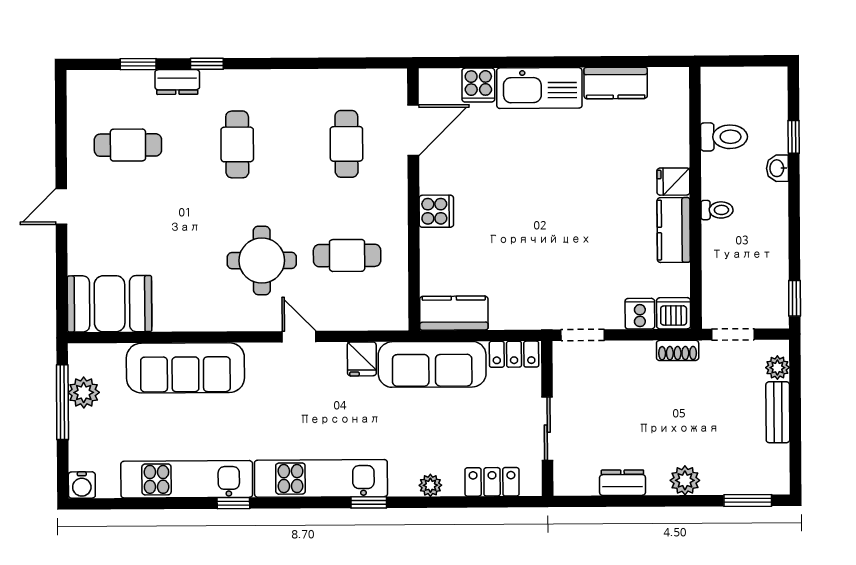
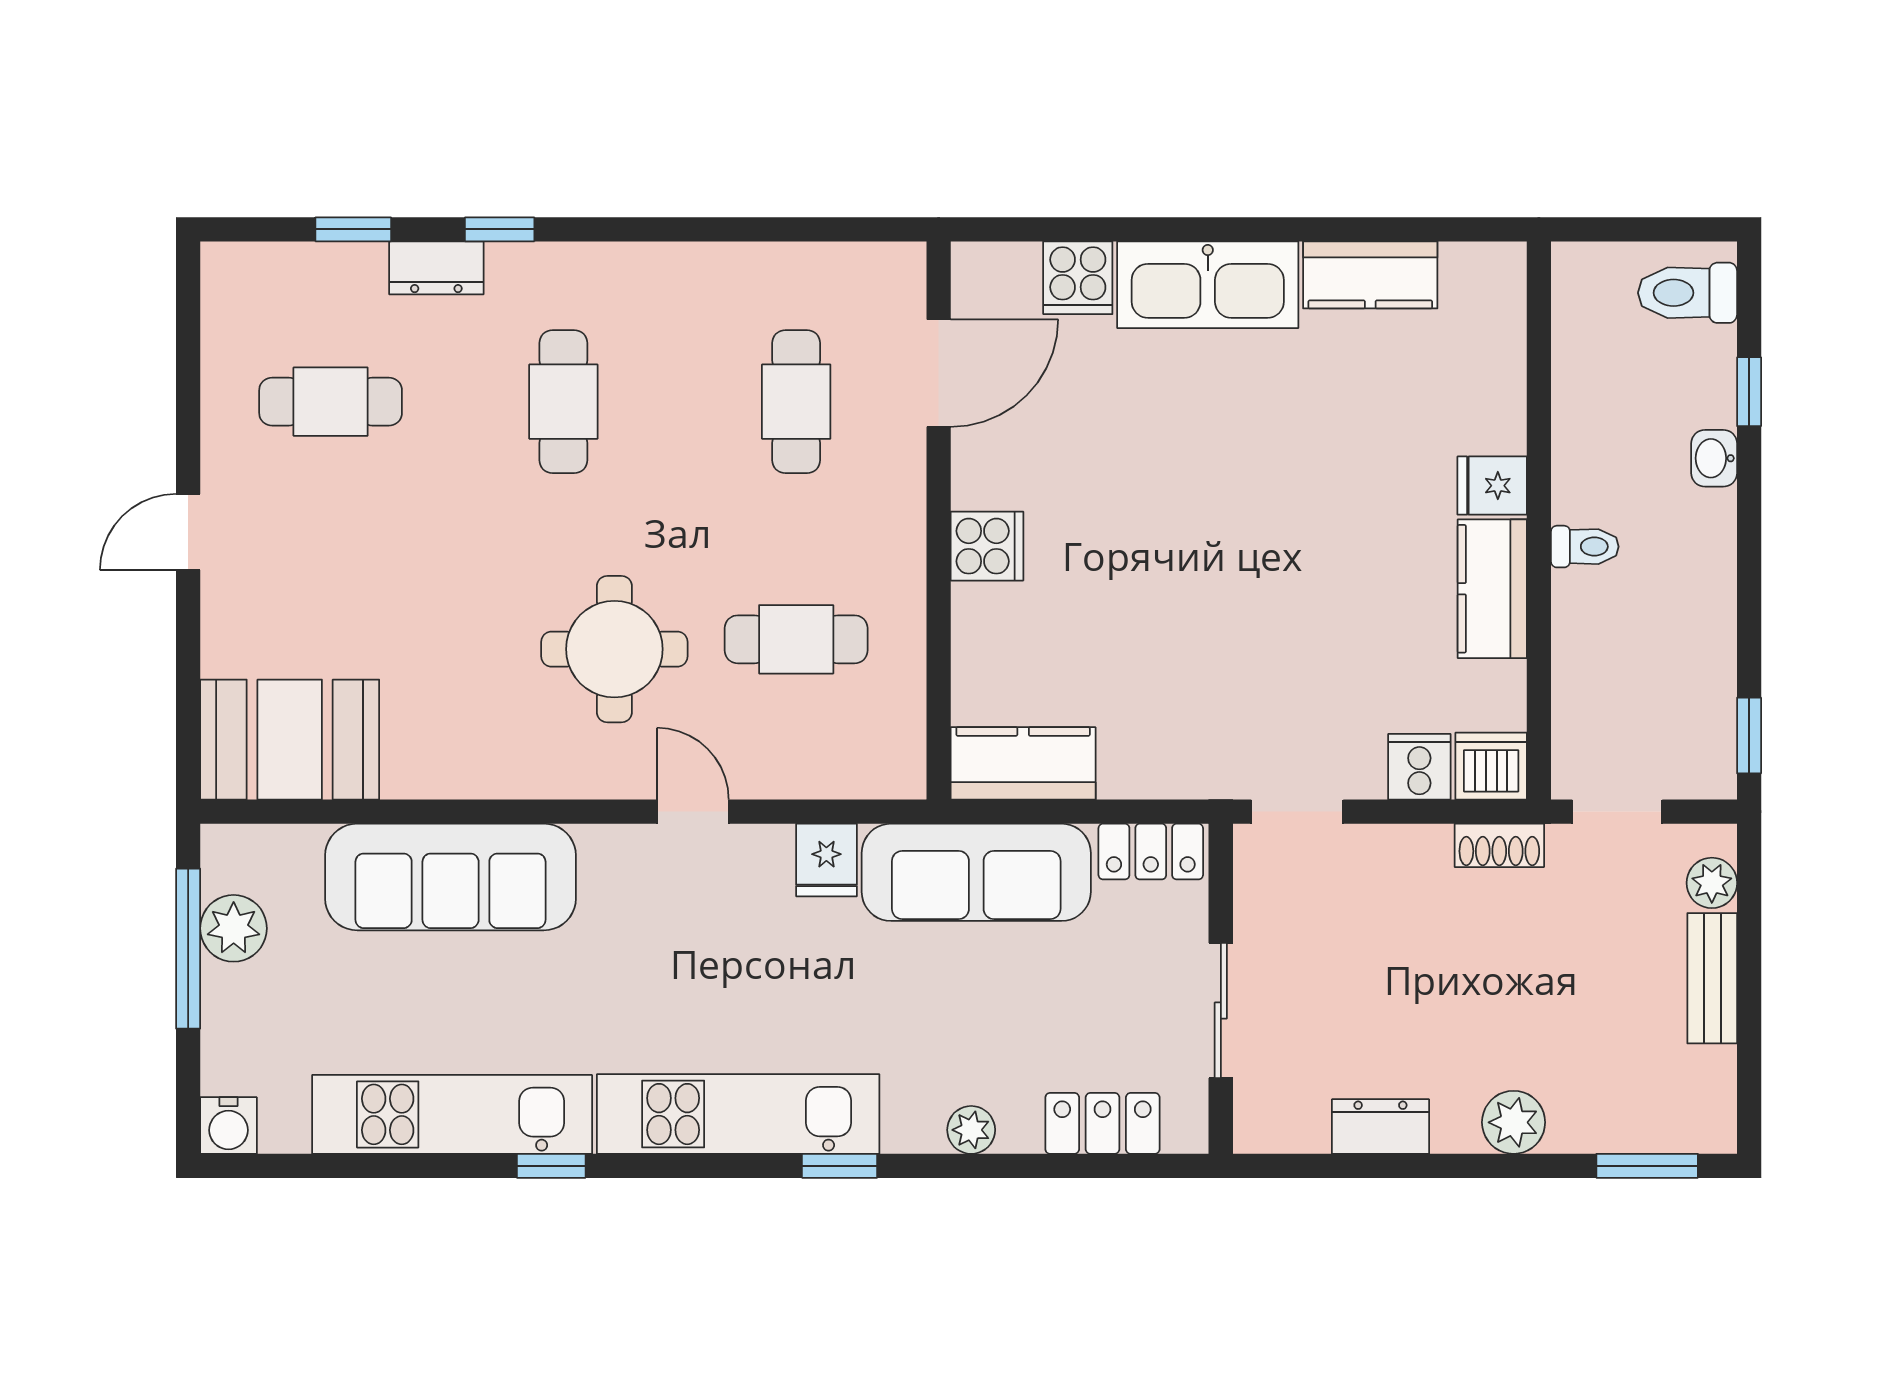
toilet: (724, 137) -> (1687, 293), moved, turned 180

